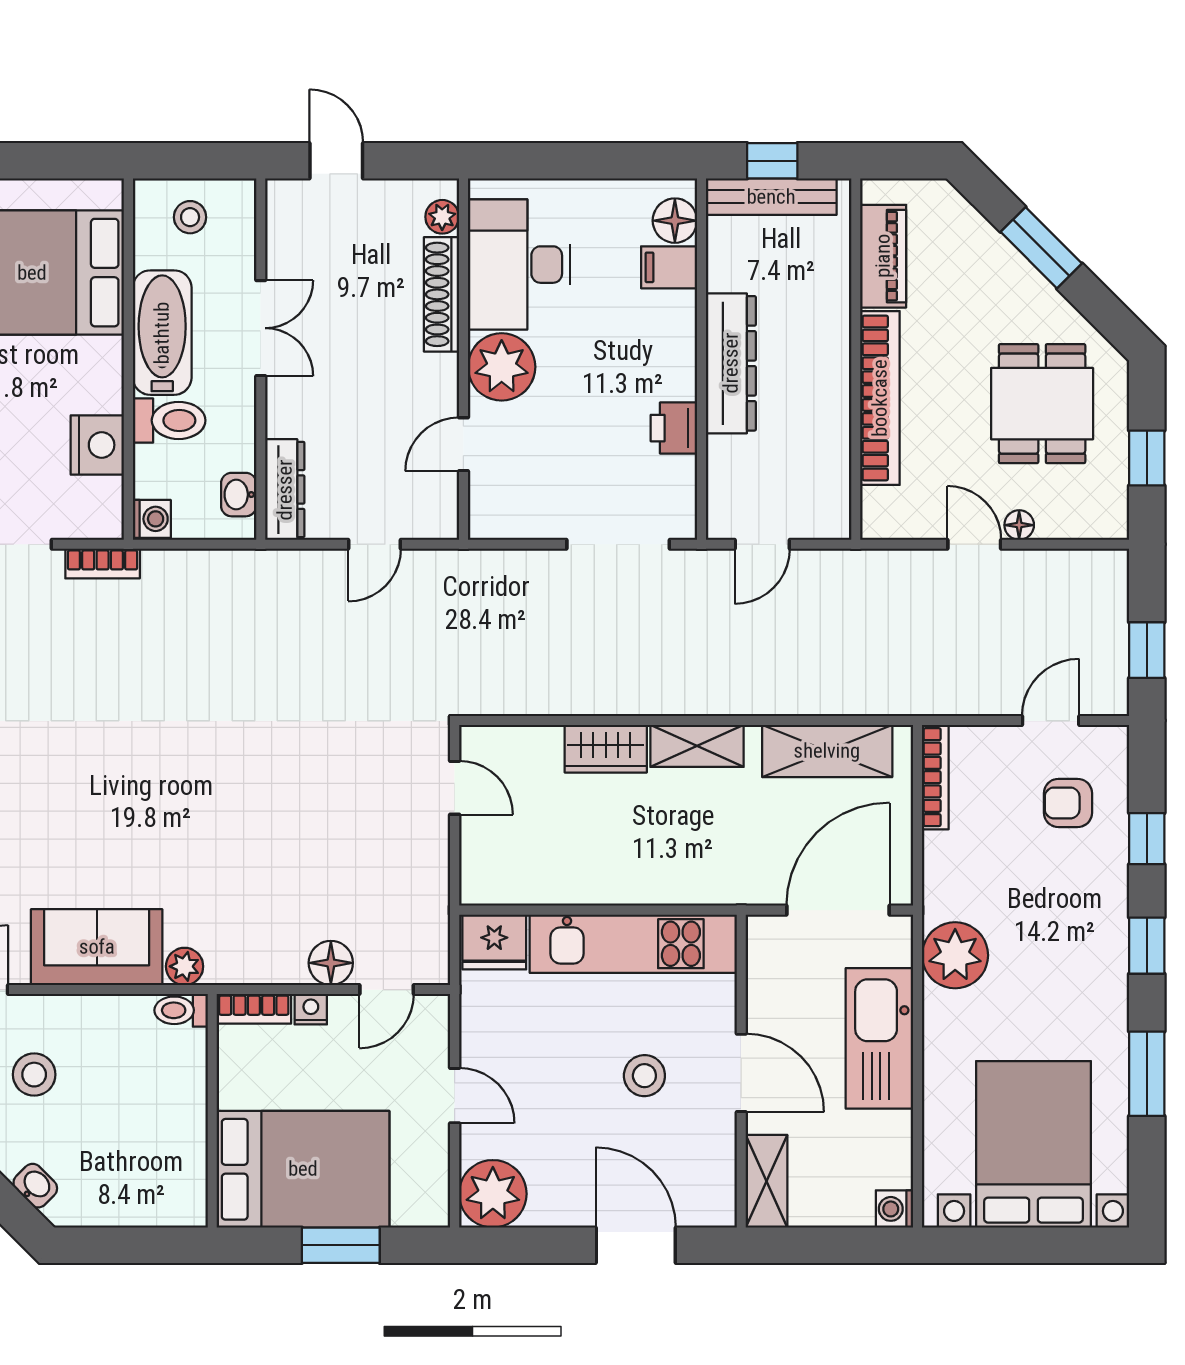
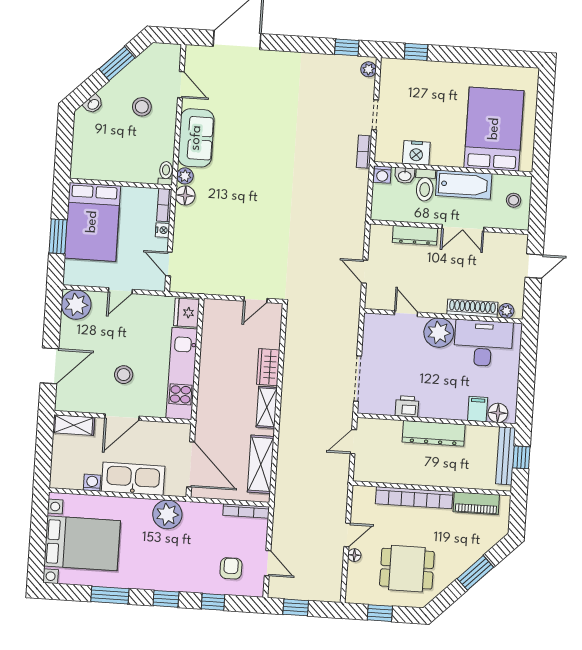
dresser: (285, 490) -> (415, 235), moved
washbasin: (239, 495) -> (405, 175), moved, turned 180
door: (762, 544) -> (353, 442), hinge flipped
floor lamp: (331, 963) -> (185, 195), moved
washing machine: (894, 1209) -> (92, 483), moved

